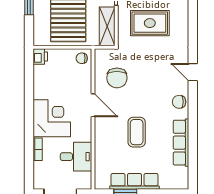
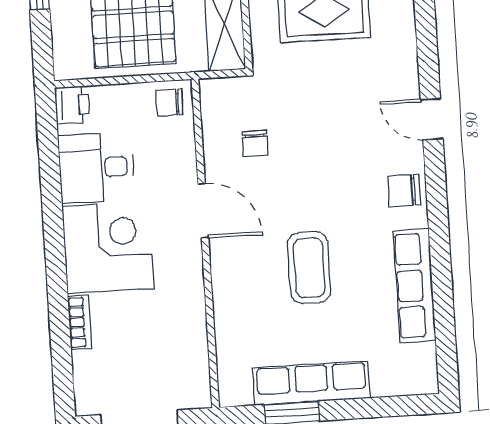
chair: (117, 78) -> (255, 144), width x0.54, depth x0.54
desk: (76, 157) -> (96, 168), moved, turned 180

